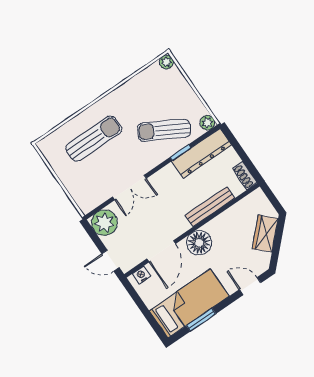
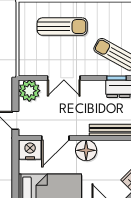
nightstand: (141, 275) -> (30, 150), width x1.89, depth x1.79

